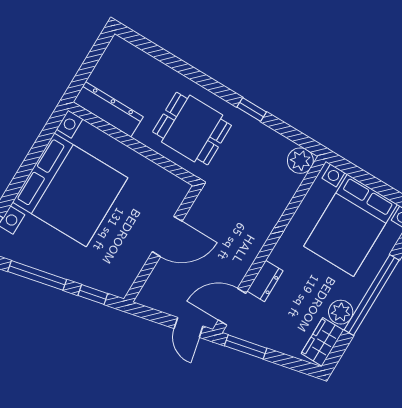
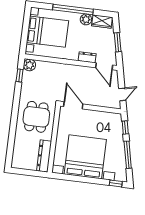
window: (252, 109) -> (20, 75), moved
door: (167, 236) -> (73, 105), moved
door: (189, 327) -> (122, 94), moved
window: (246, 347) -> (118, 42), moved

